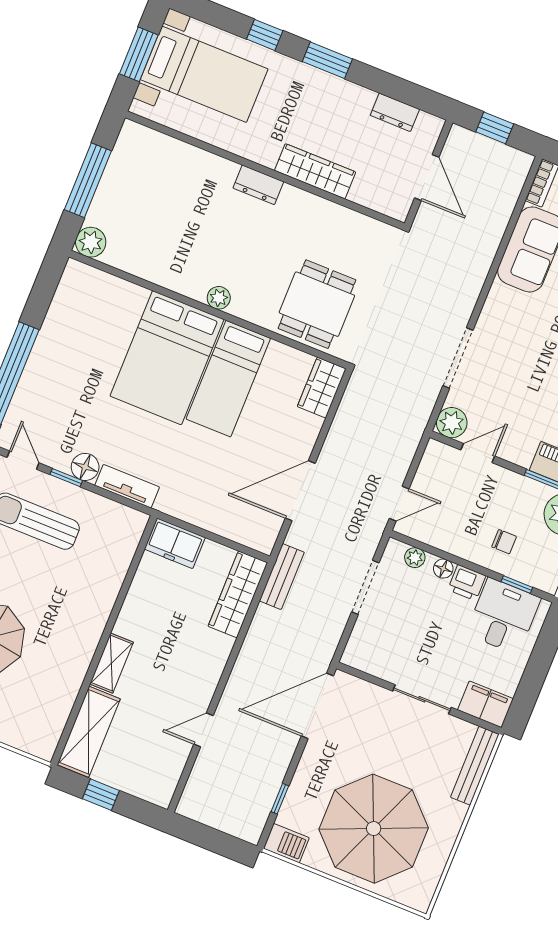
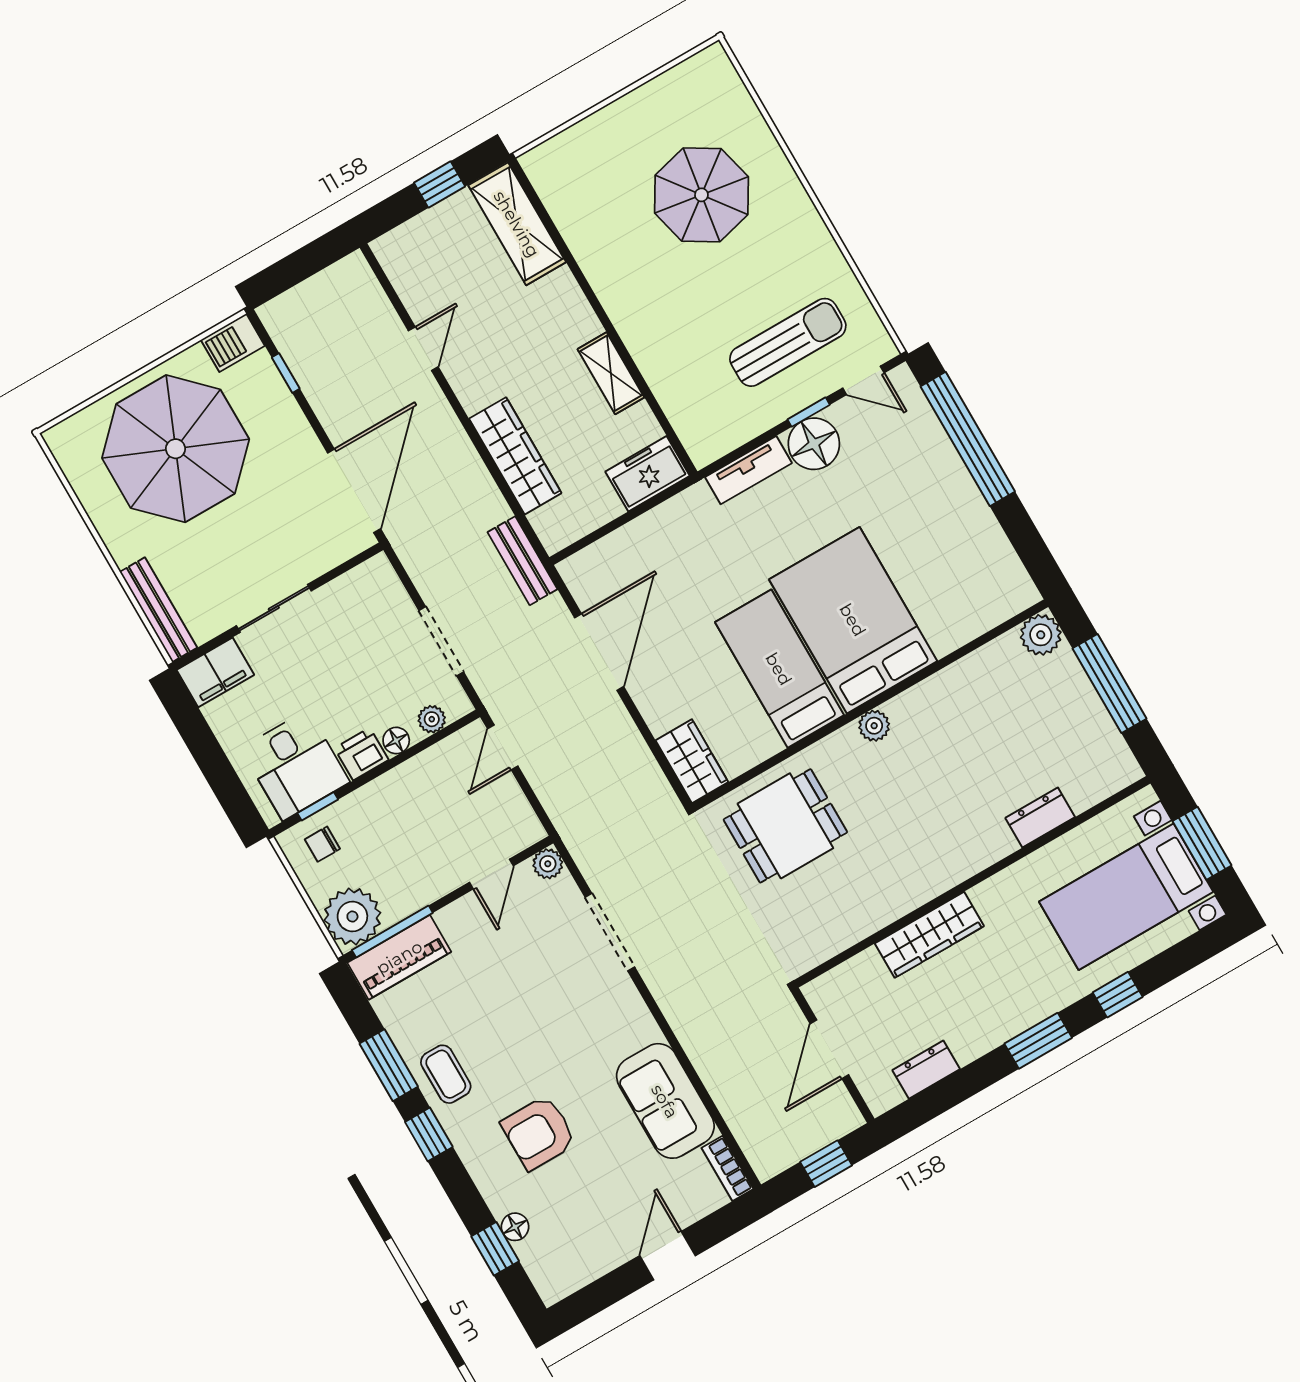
door: (427, 178) -> (829, 1049), hinge flipped
dresser: (258, 185) -> (1040, 818), moved
dining table: (317, 304) -> (785, 826), turned 90
plant: (452, 423) -> (548, 864), width x0.73, depth x0.73
floor lamp: (85, 467) -> (814, 444), width x1.38, depth x1.38
chair: (504, 542) -> (322, 844), moved
wardrobe: (238, 594) -> (515, 456), moved
shelving: (112, 663) -> (611, 373), moved

